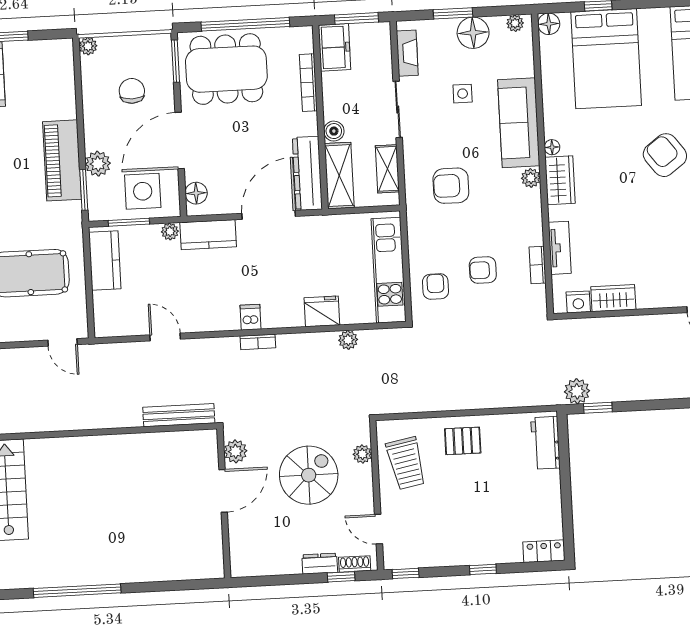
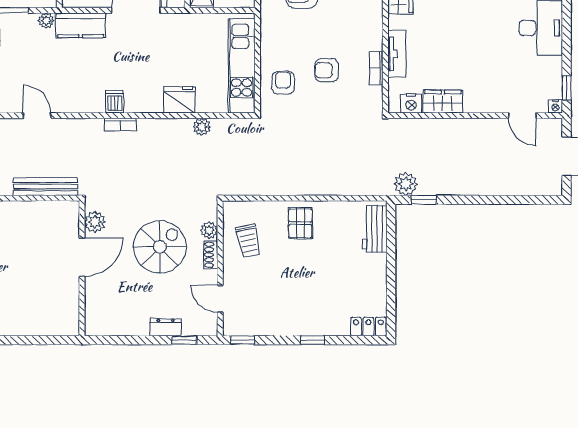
pallet: (463, 441) -> (300, 223), turned 90
trolley: (406, 463) -> (248, 241), width x0.73, depth x0.72
shoe rack: (355, 564) -> (211, 255), moved, turned -90

